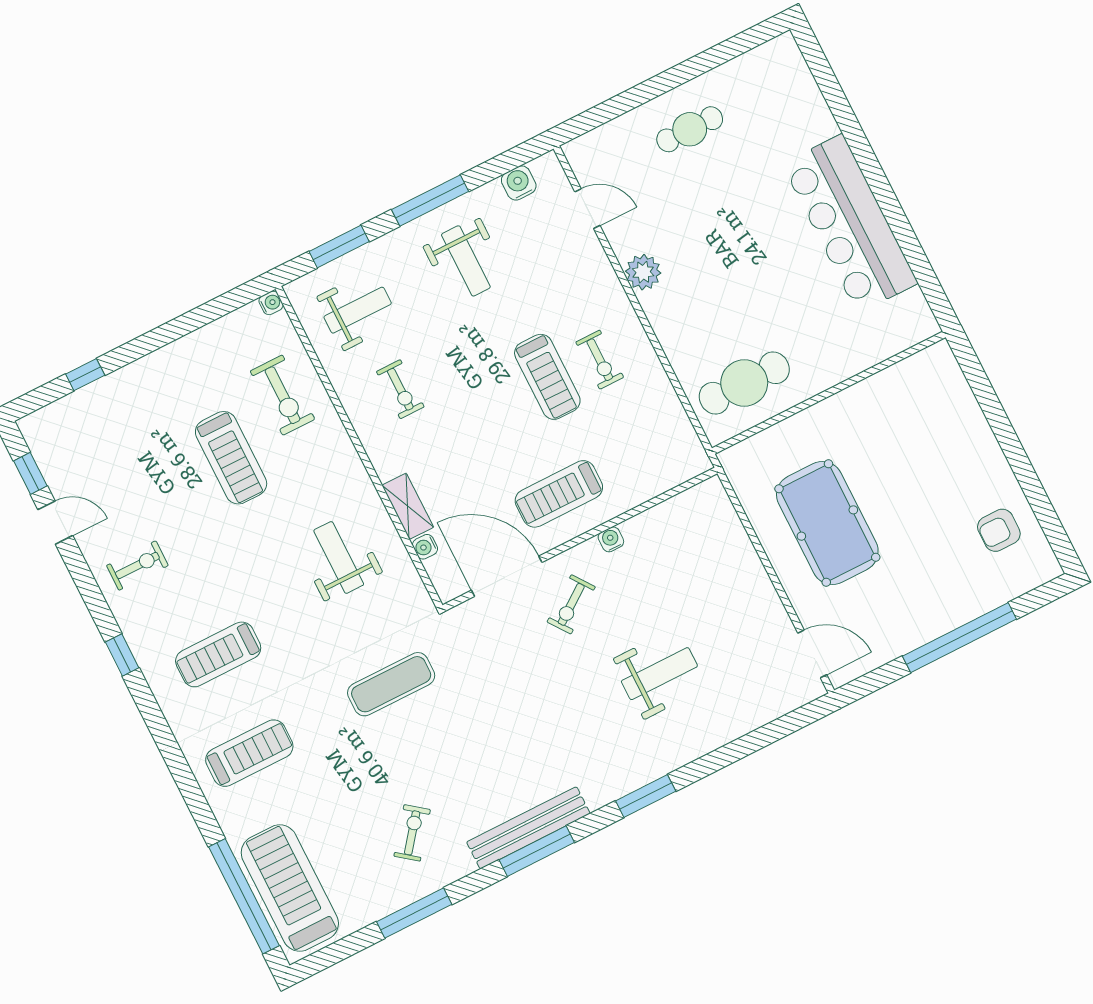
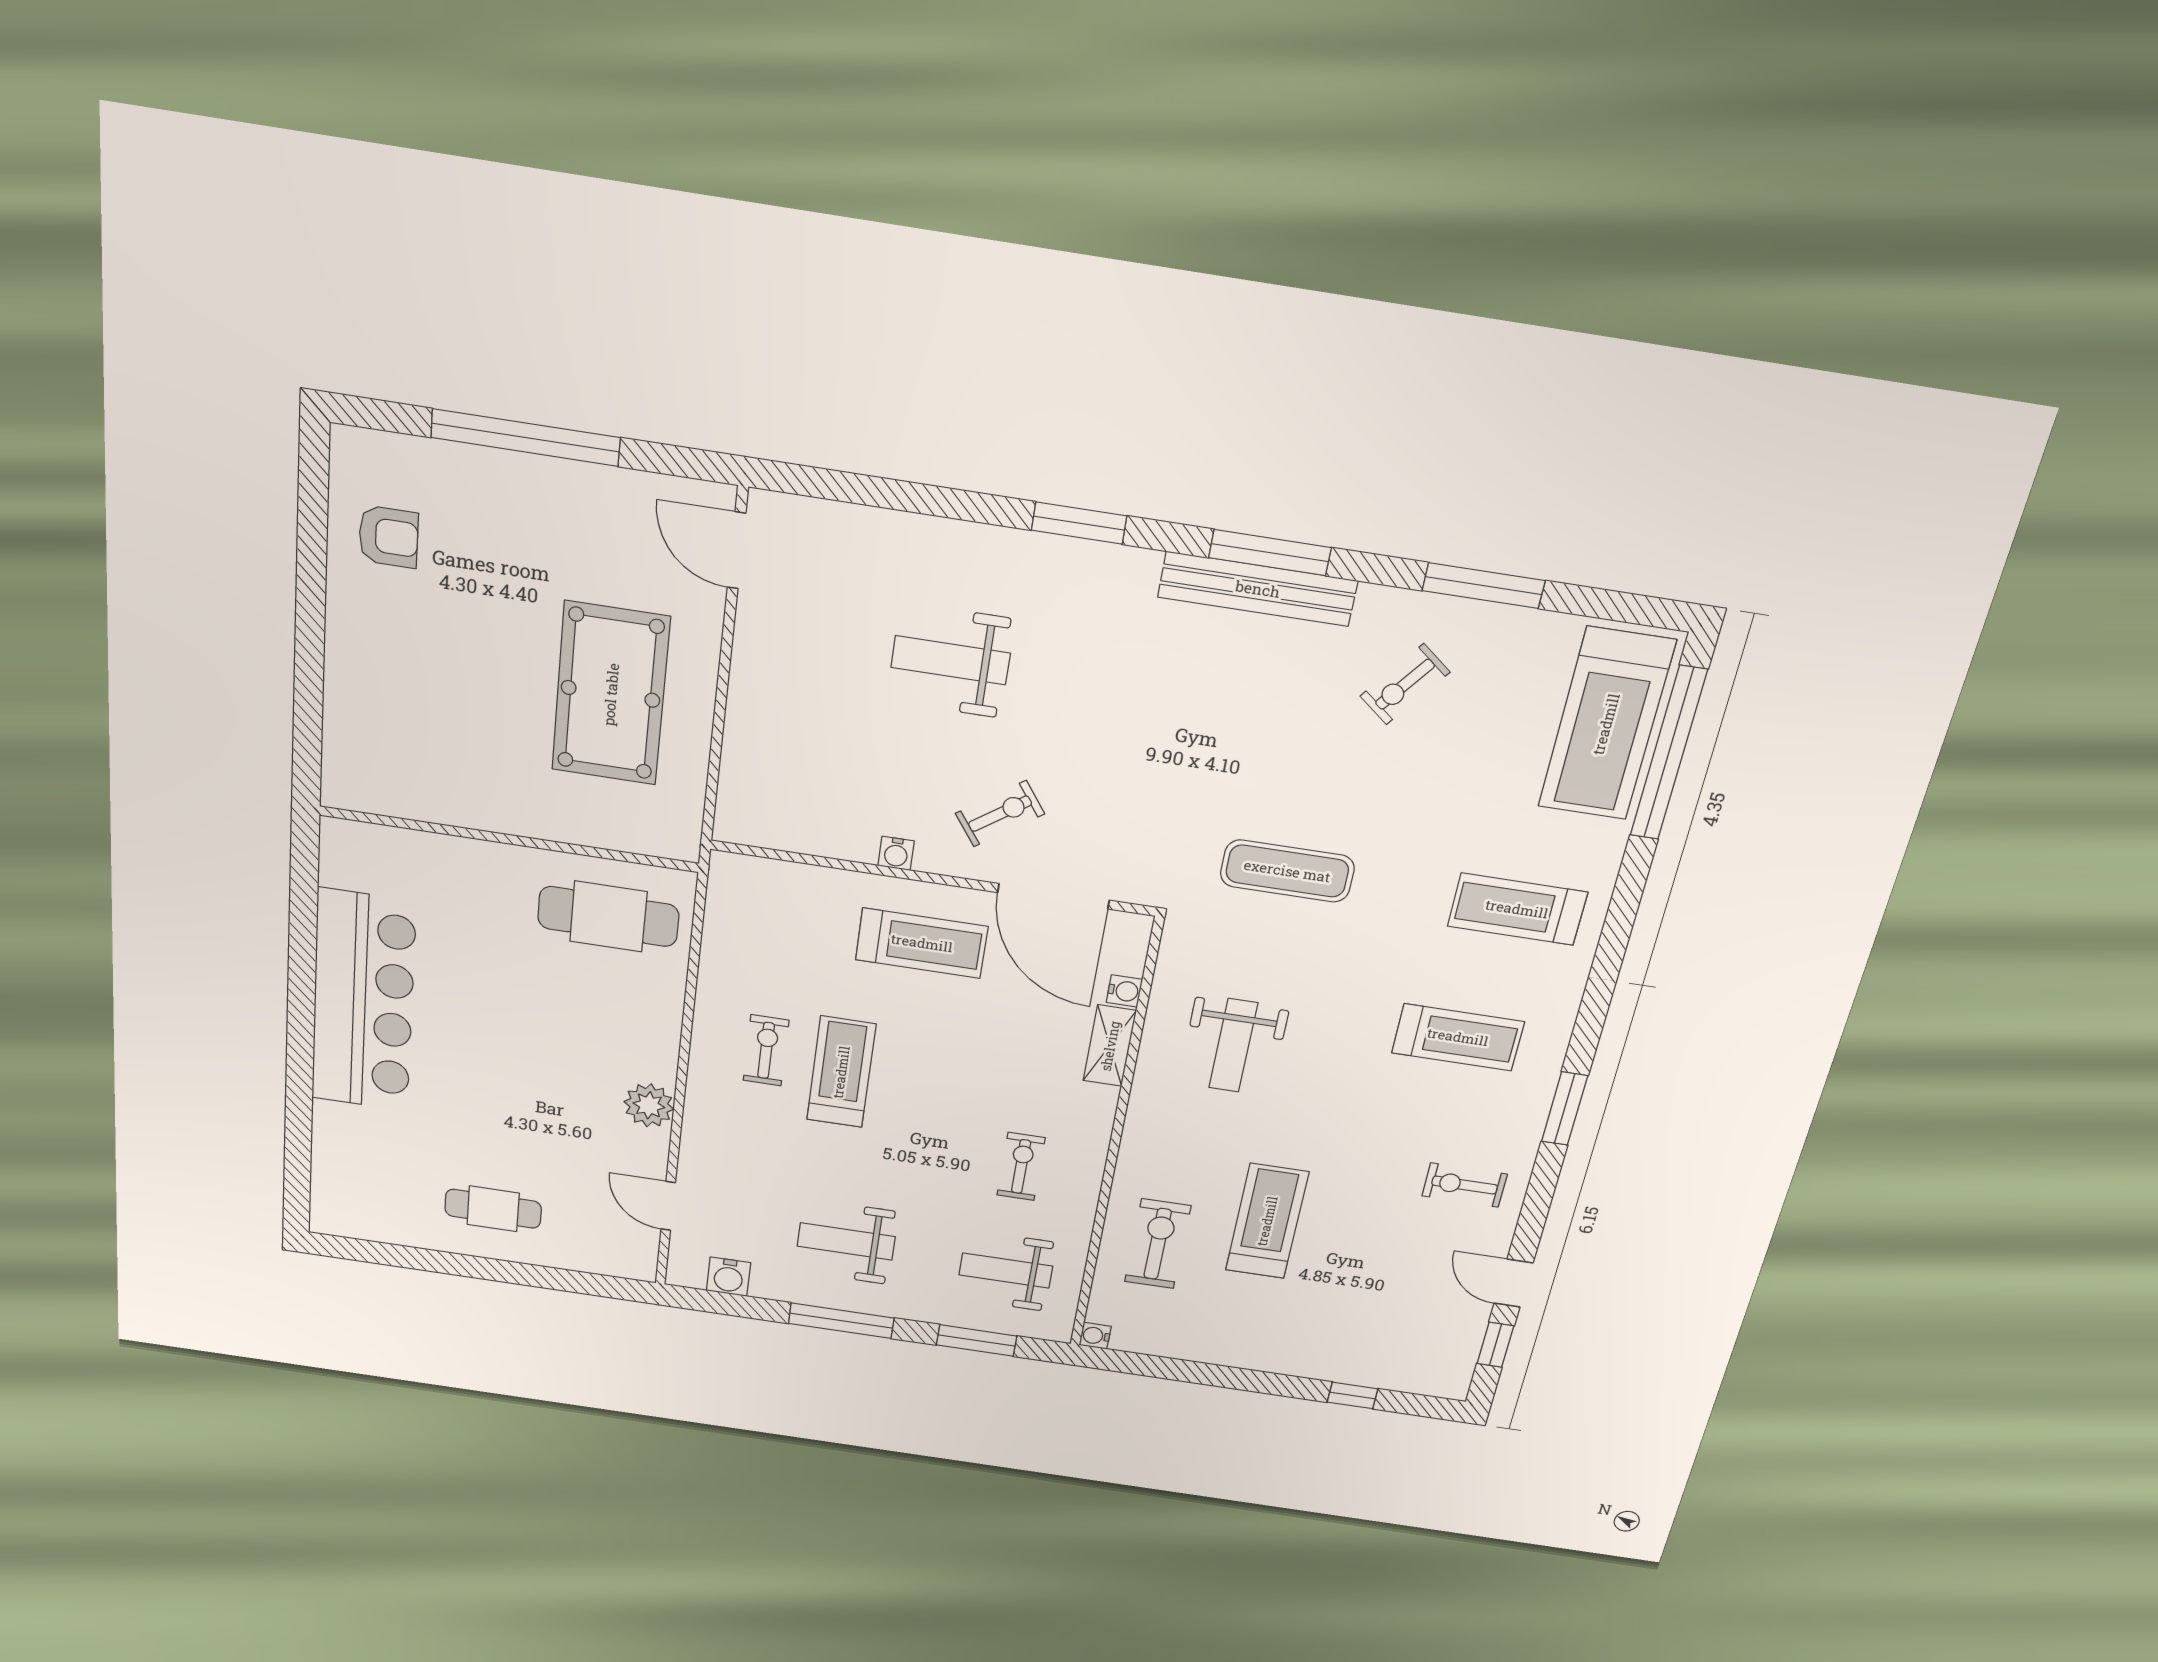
weight bench: (466, 261) -> (846, 1241), turned -90
window: (122, 655) -> (1565, 1109), width x1.50

